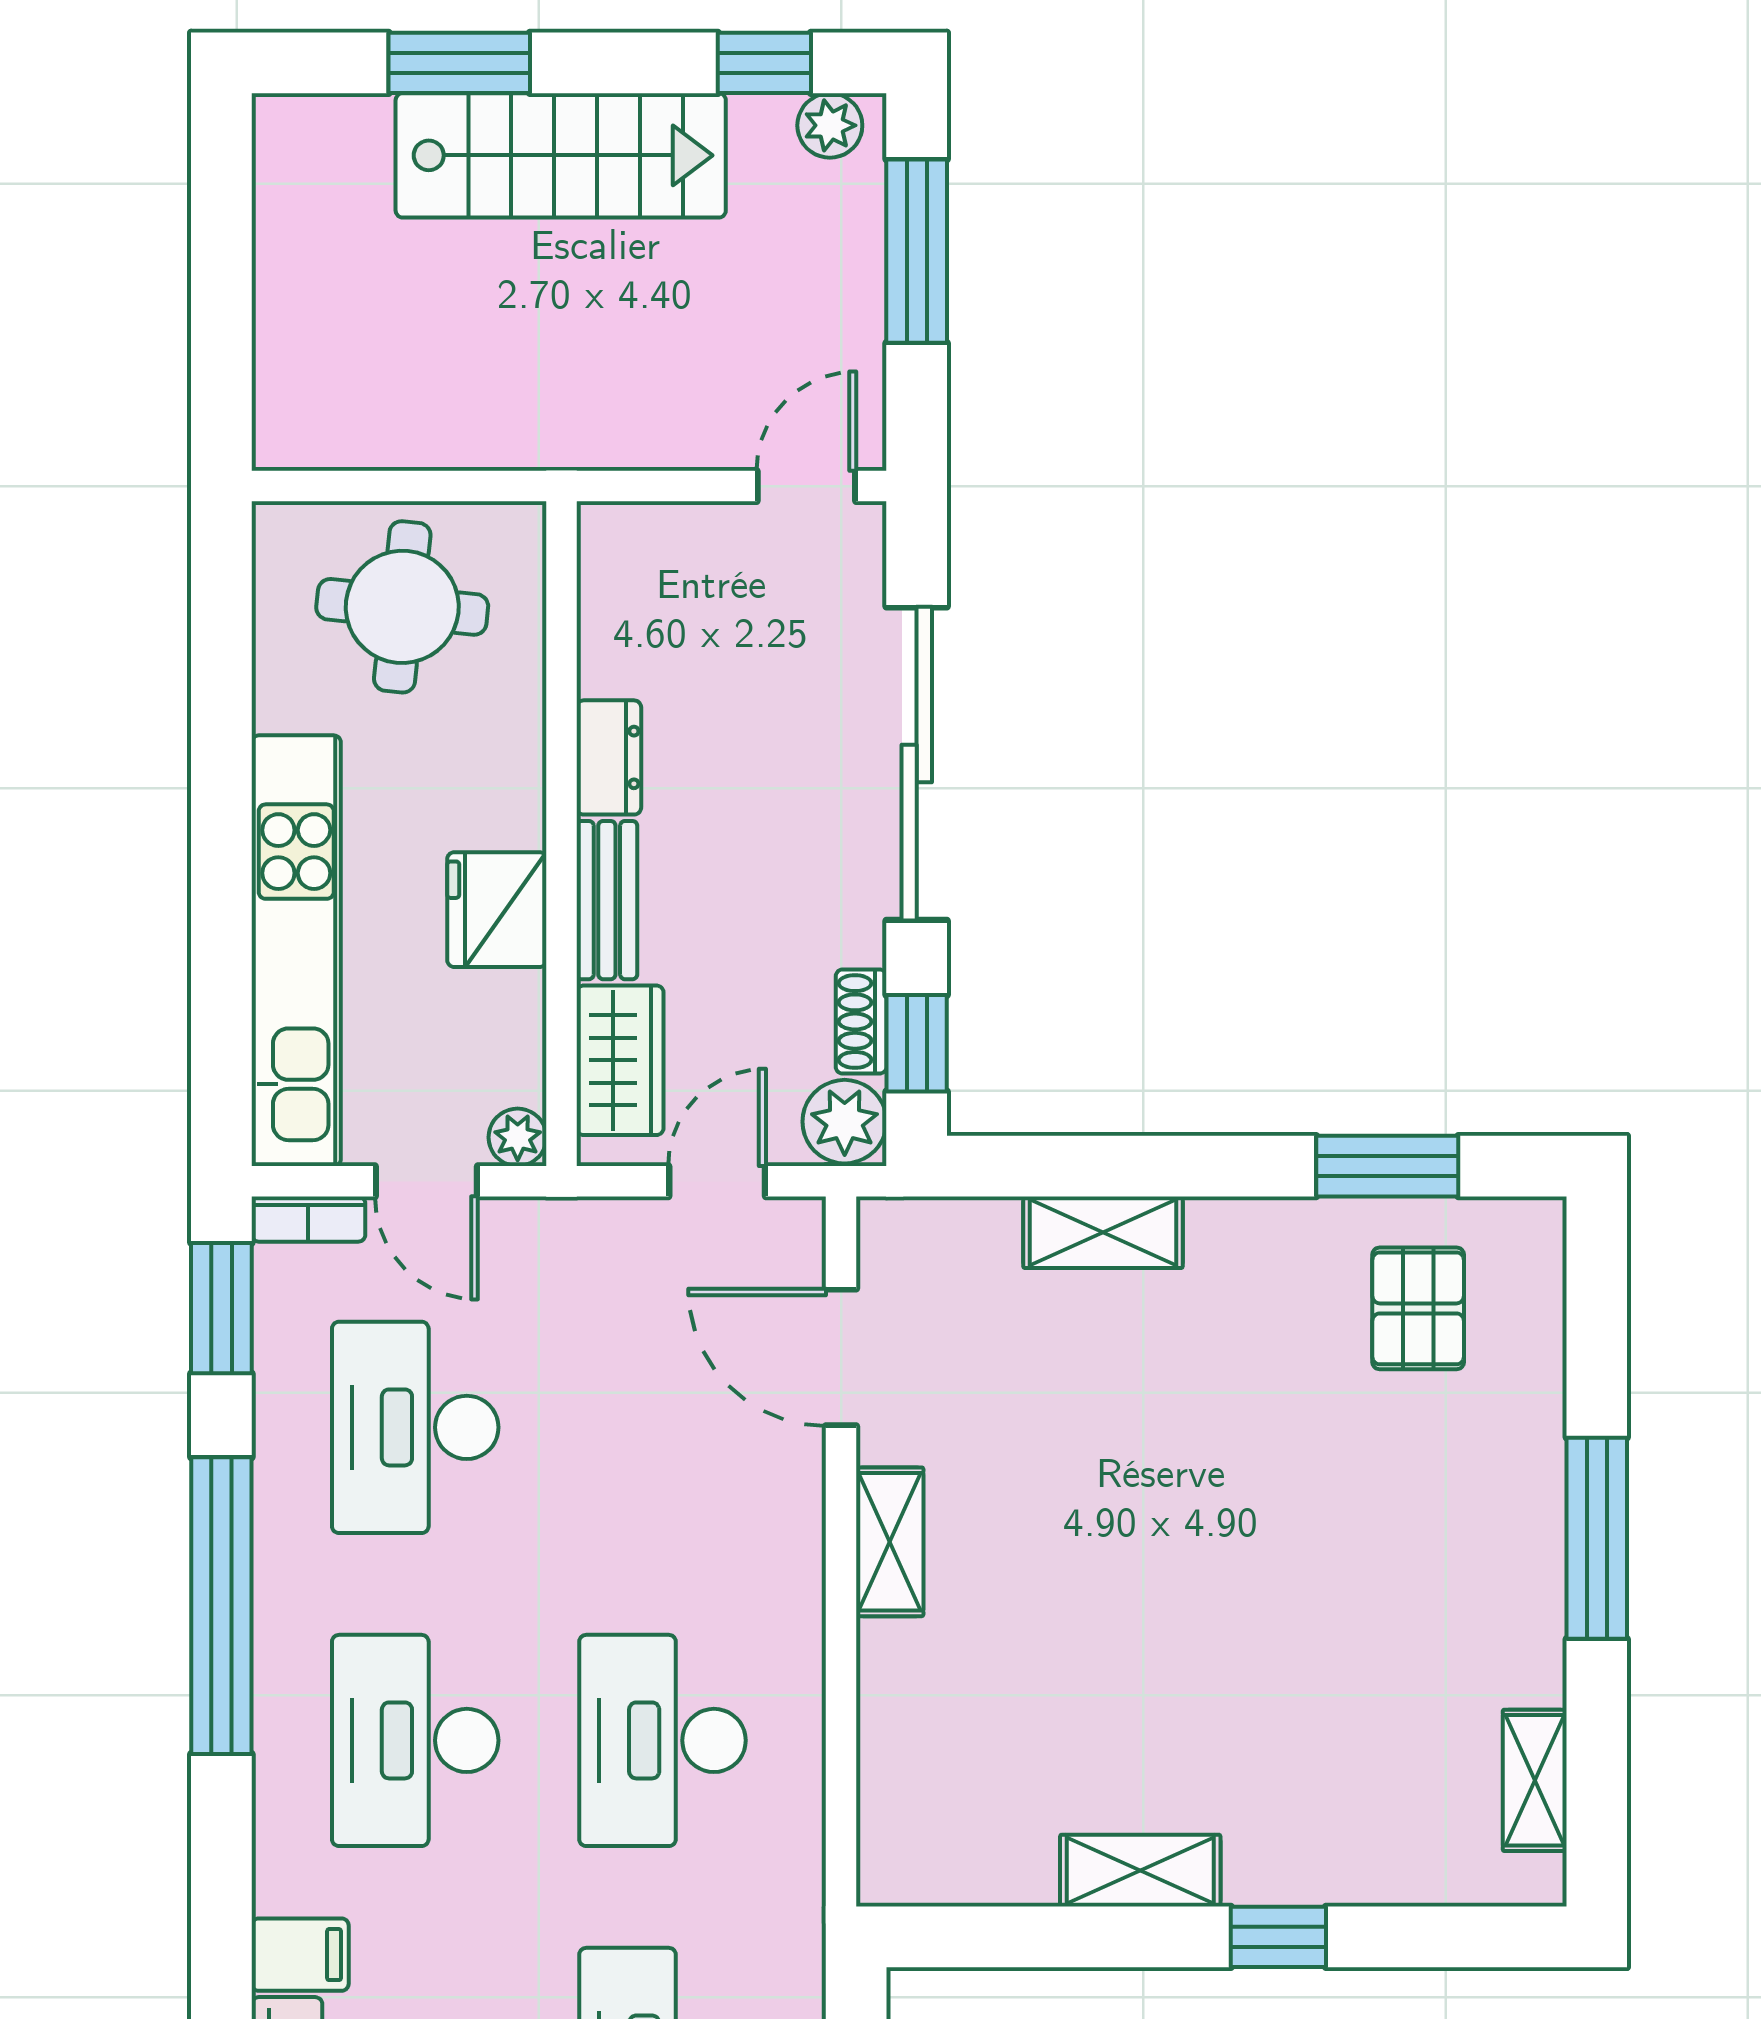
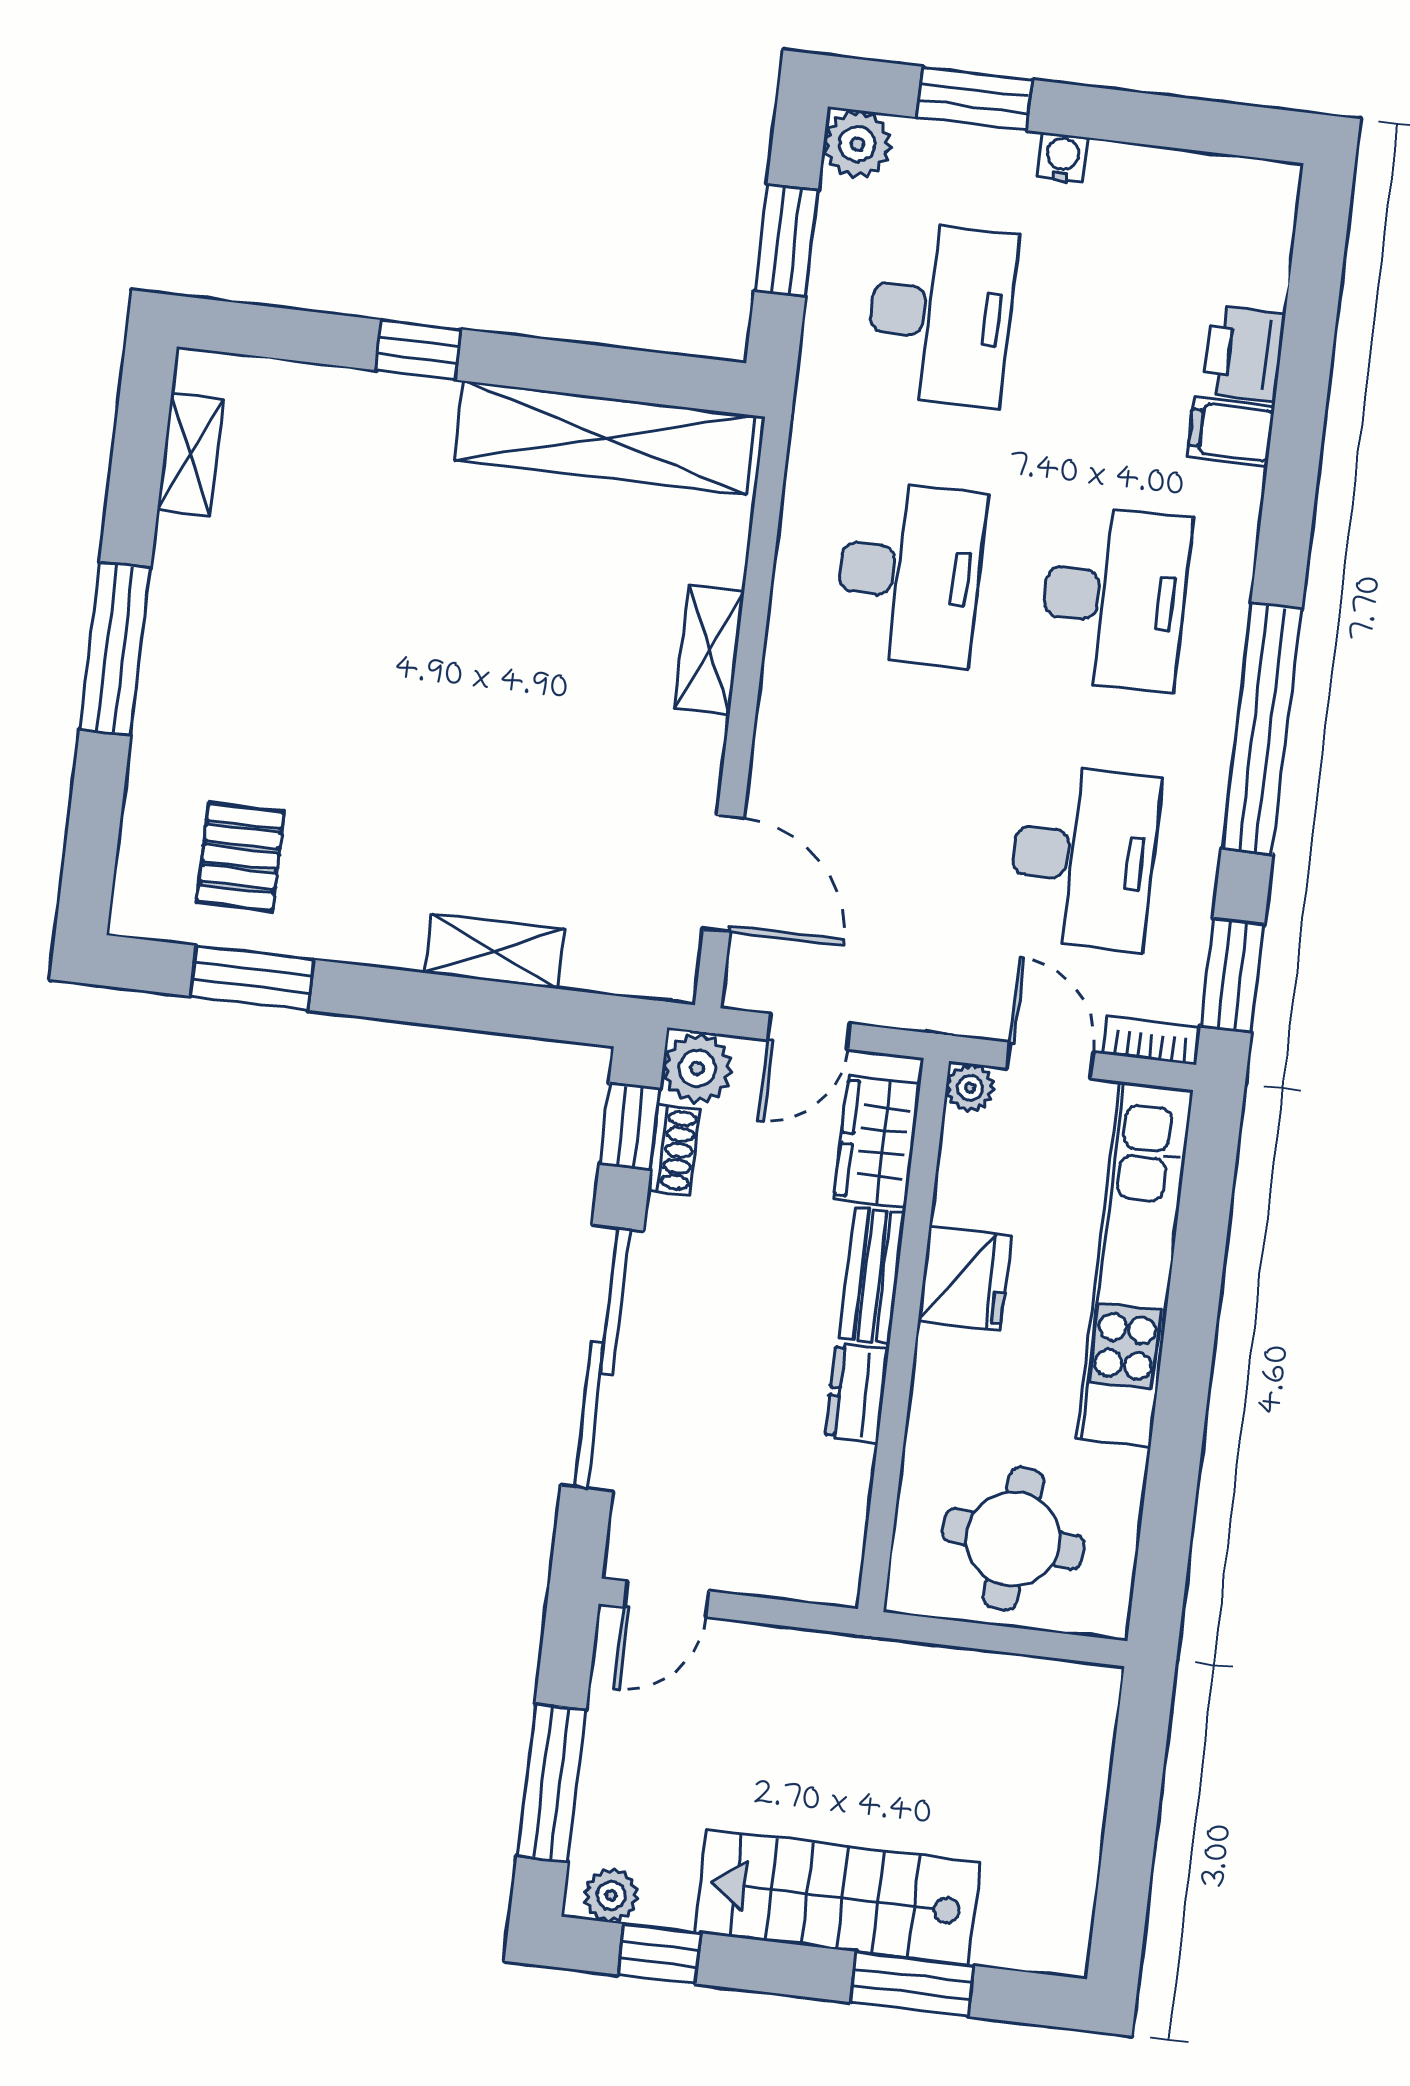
shelving: (890, 1542) -> (709, 650), moved
shelving: (1140, 1871) -> (605, 438), width x2.20, depth x1.33

